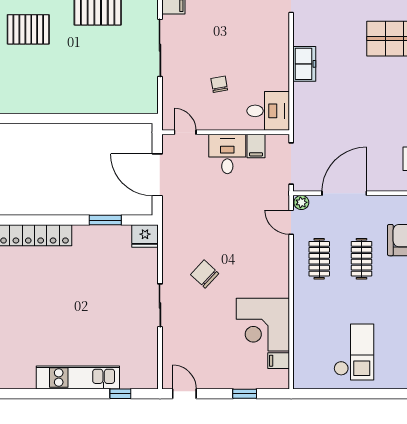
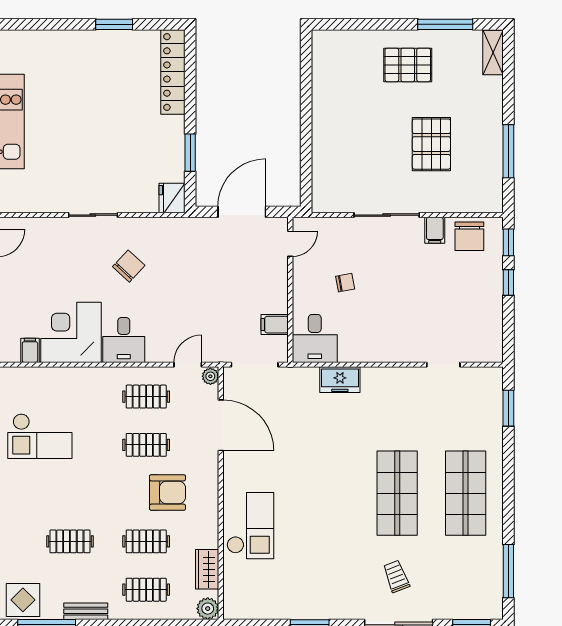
pallet: (28, 29) -> (408, 65), turned 90
freezer: (304, 64) -> (340, 380), moved
desk: (227, 154) -> (124, 340), moved, turned 90

